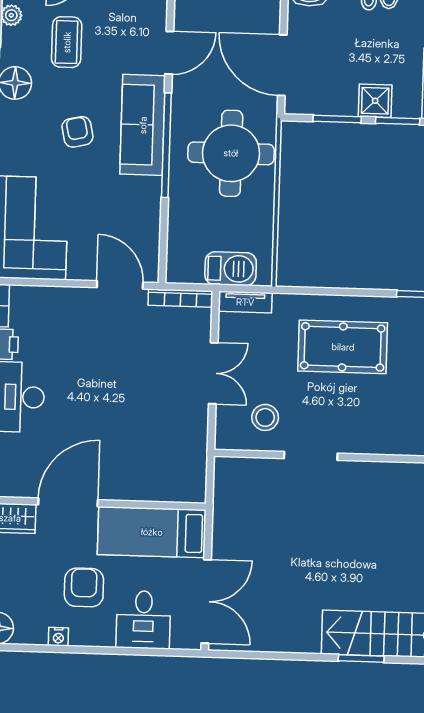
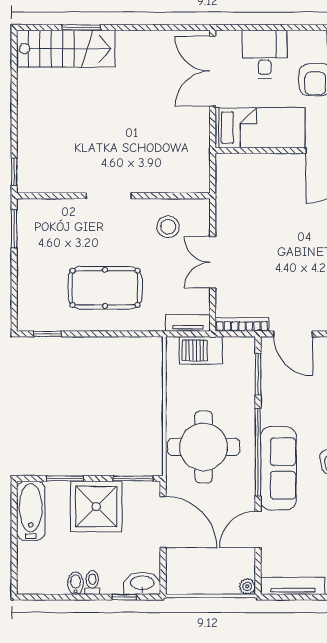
shower: (375, 101) -> (96, 507), width x1.86, depth x1.86
window: (337, 119) -> (133, 478), moved
window: (163, 238) -> (258, 374), added
doorway: (311, 456) -> (109, 196), moved

